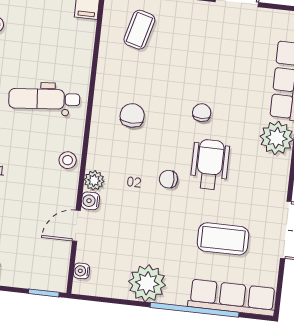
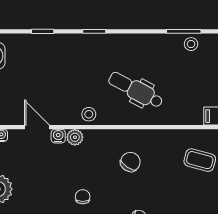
dental chair: (44, 99) -> (136, 90), turned -57
chair: (132, 115) -> (130, 162), turned -57

